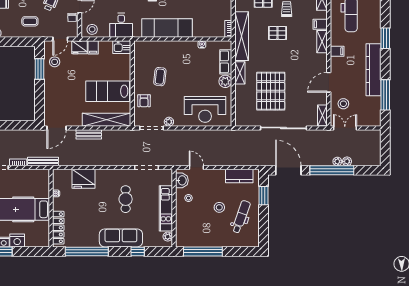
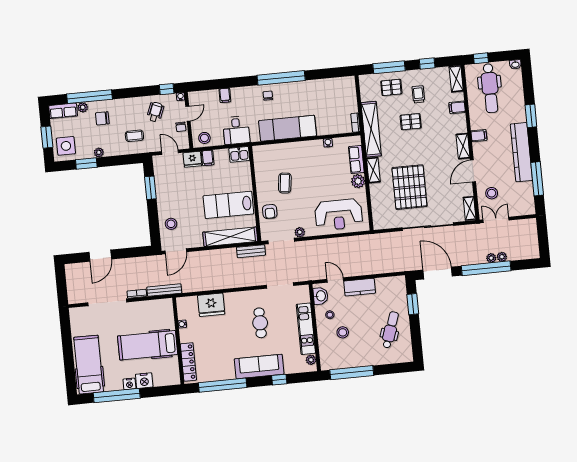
door: (60, 39) -> (170, 152), swing flipped
shelving: (322, 42) -> (463, 146), moved
stool: (55, 62) -> (171, 224), moved
bench: (89, 134) -> (251, 251), moved
kitchen counter: (239, 176) -> (360, 287), moved
stool: (219, 207) -> (343, 332), moved

